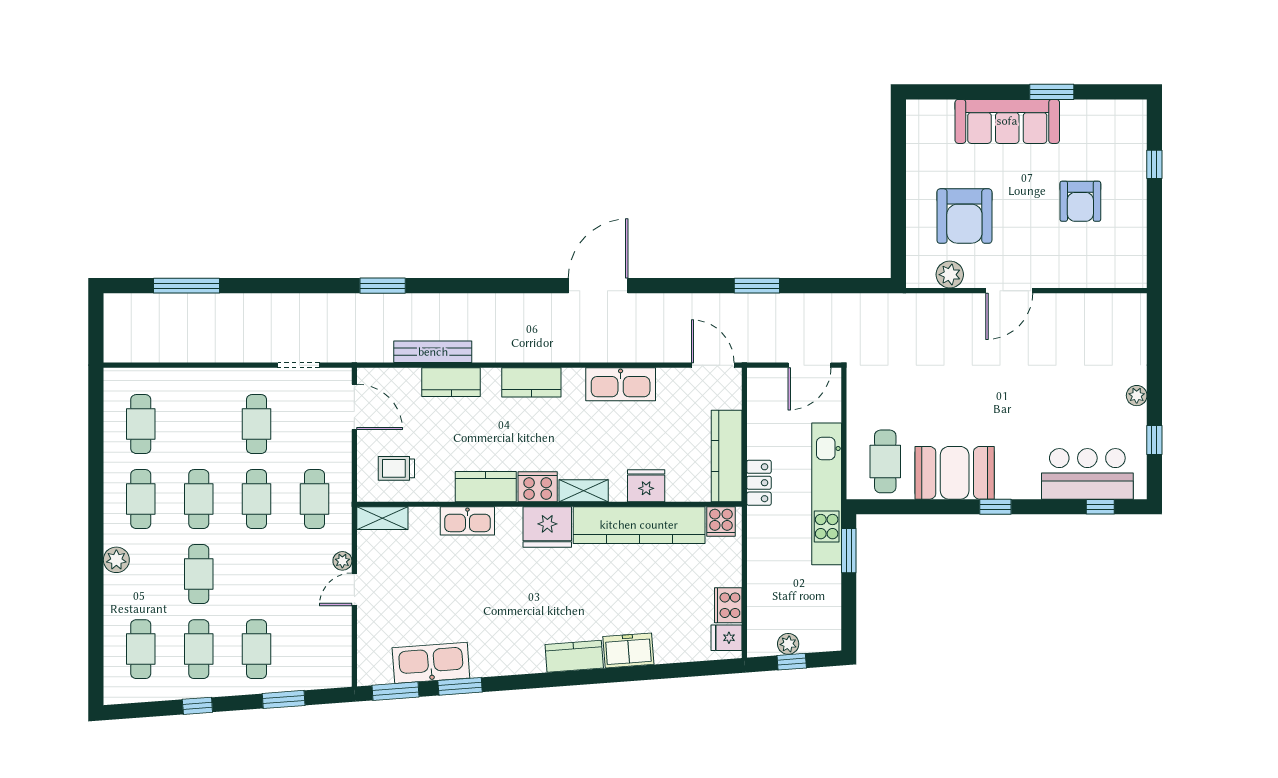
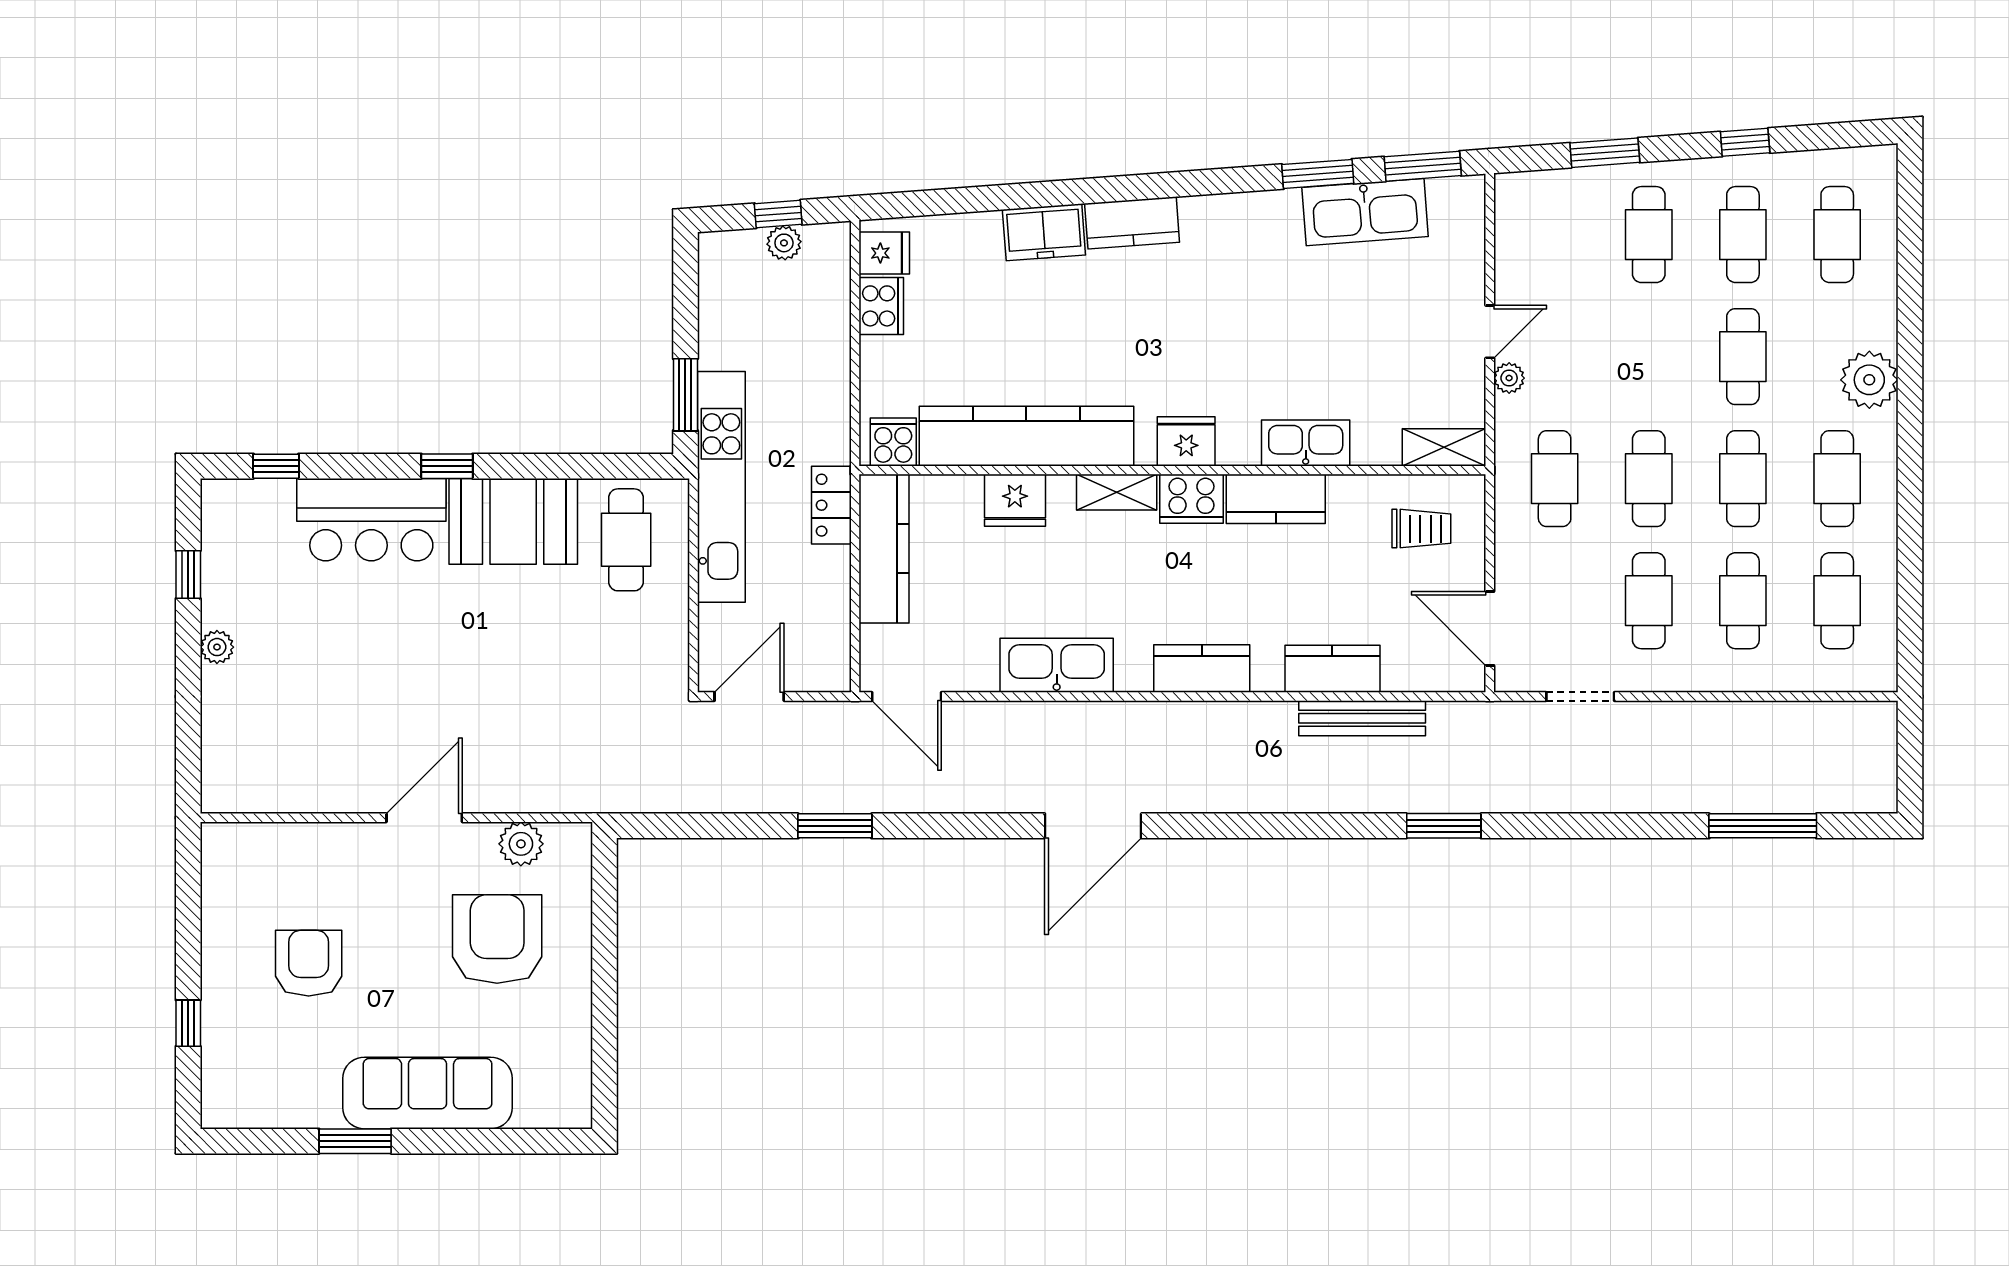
cafe table: (199, 424) -> (1743, 601), added
bar counter: (1087, 474) -> (371, 520), moved
fridge: (547, 527) -> (1186, 441), width x0.73, depth x0.75
plant: (116, 560) -> (1869, 380), width x1.36, depth x1.36

